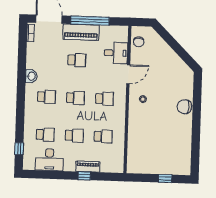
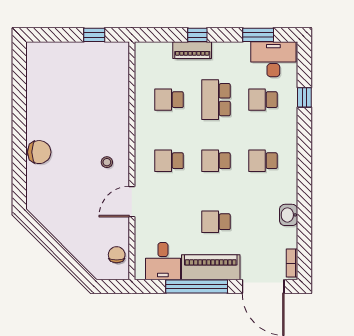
desk: (116, 53) -> (163, 261), moved, turned -90
washbasin: (31, 76) -> (289, 215), moved
school desk: (74, 135) -> (216, 100), width x1.85
window: (19, 149) -> (304, 97), moved
desk: (49, 160) -> (273, 59), moved
window: (47, 175) -> (258, 35), added
window: (165, 179) -> (94, 35), moved

